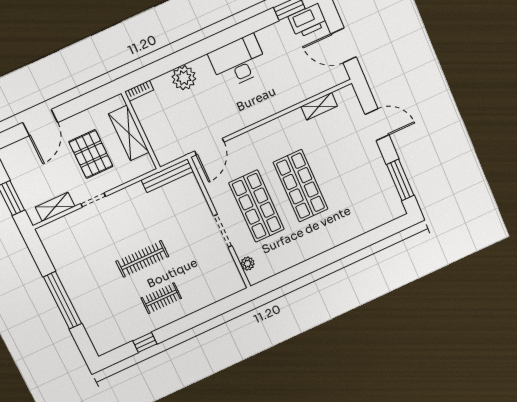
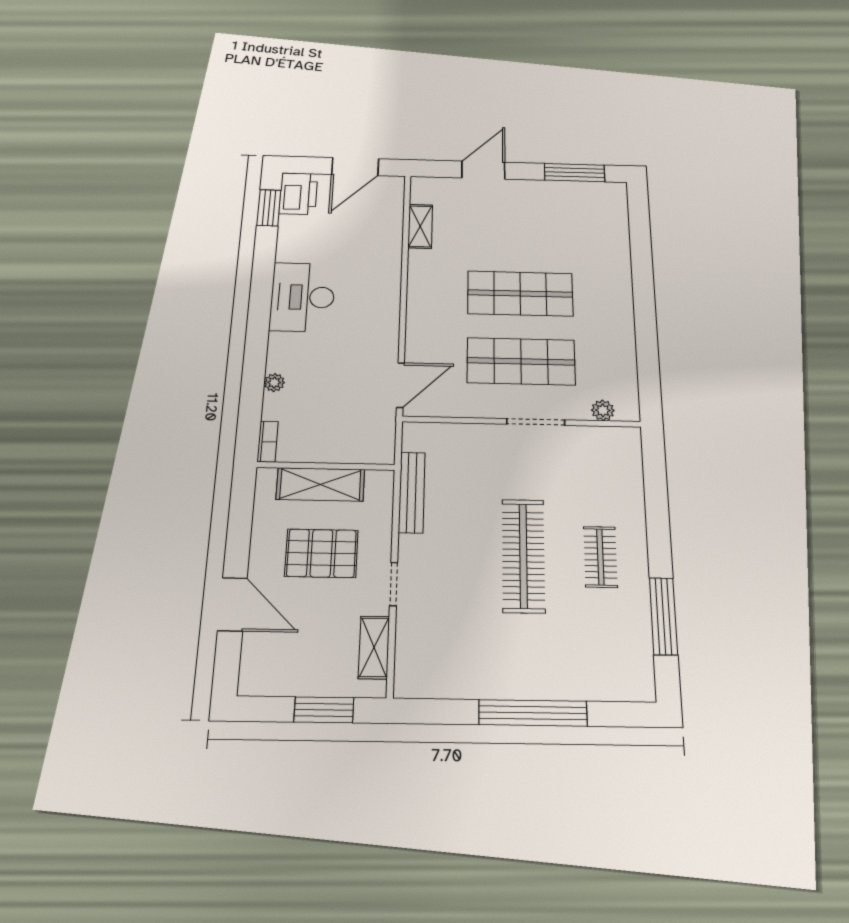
plant: (184, 78) -> (274, 383), width x0.53, depth x0.53
door: (209, 147) -> (401, 385), hinge flipped
bench: (167, 176) -> (412, 492), moved
clothes rail: (142, 259) -> (523, 555), width x1.37, depth x1.31
window: (145, 342) -> (663, 616), width x2.17

